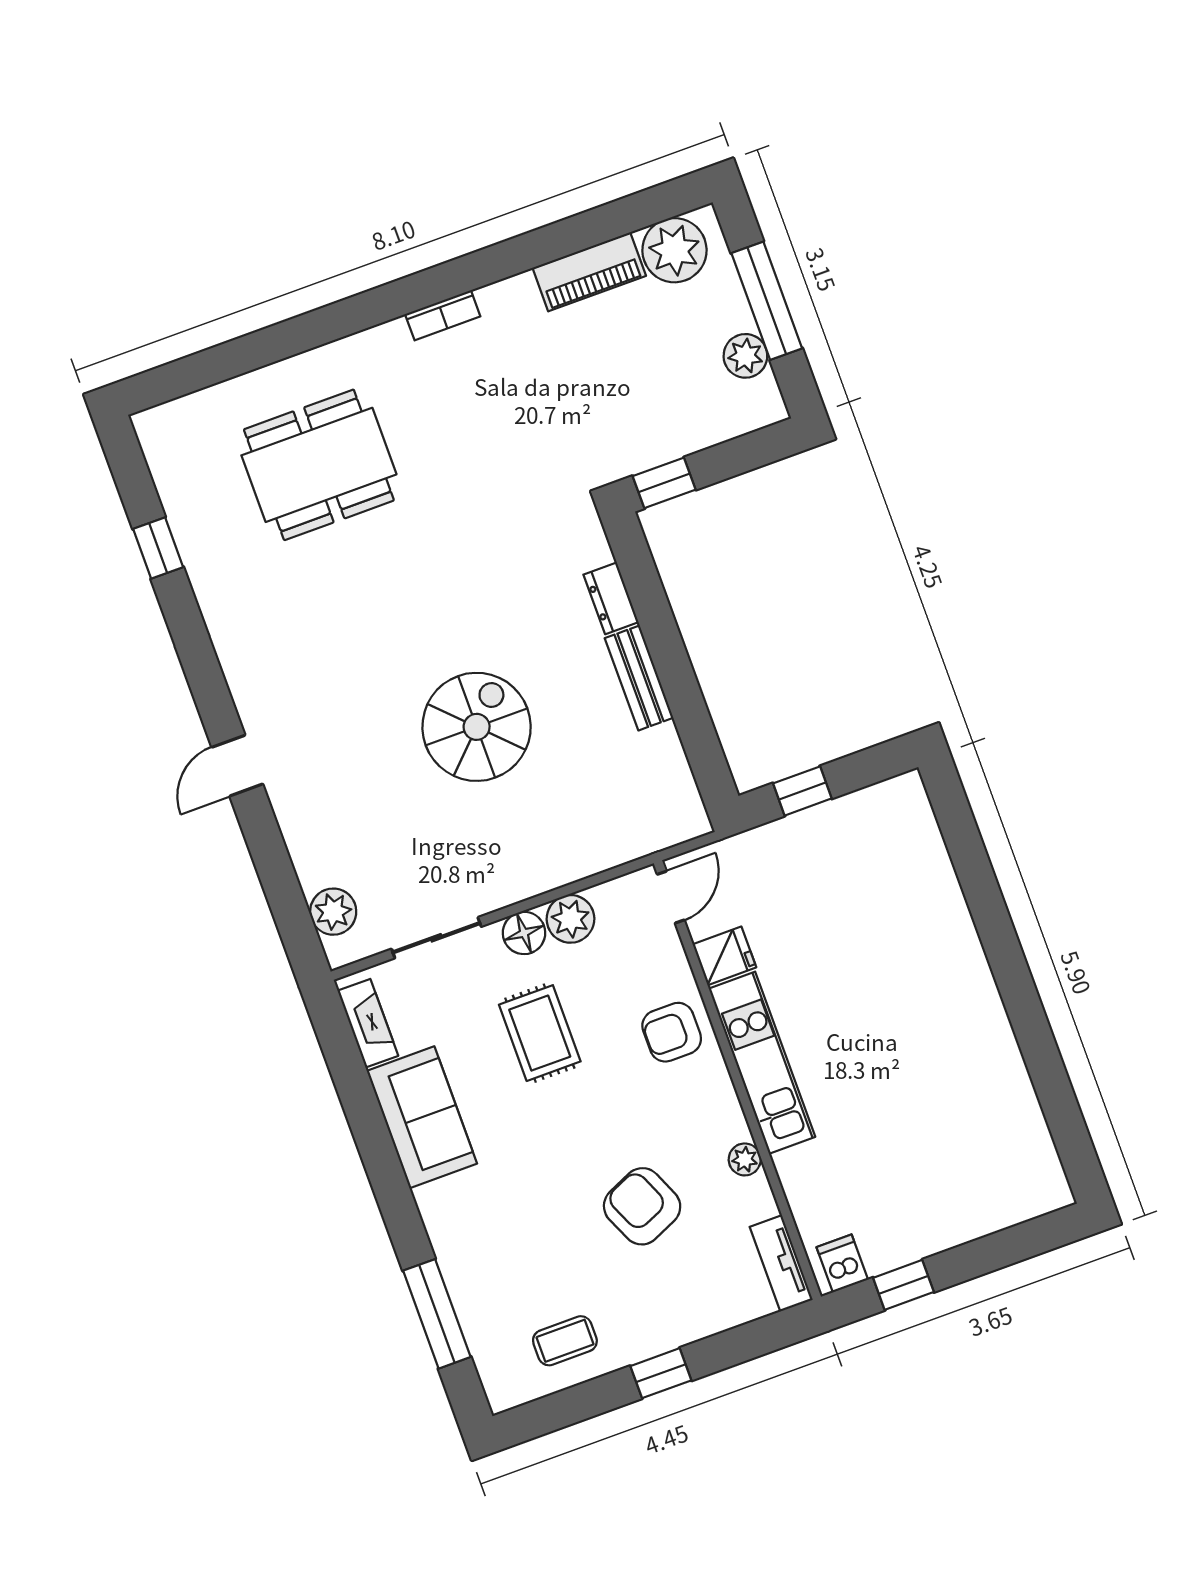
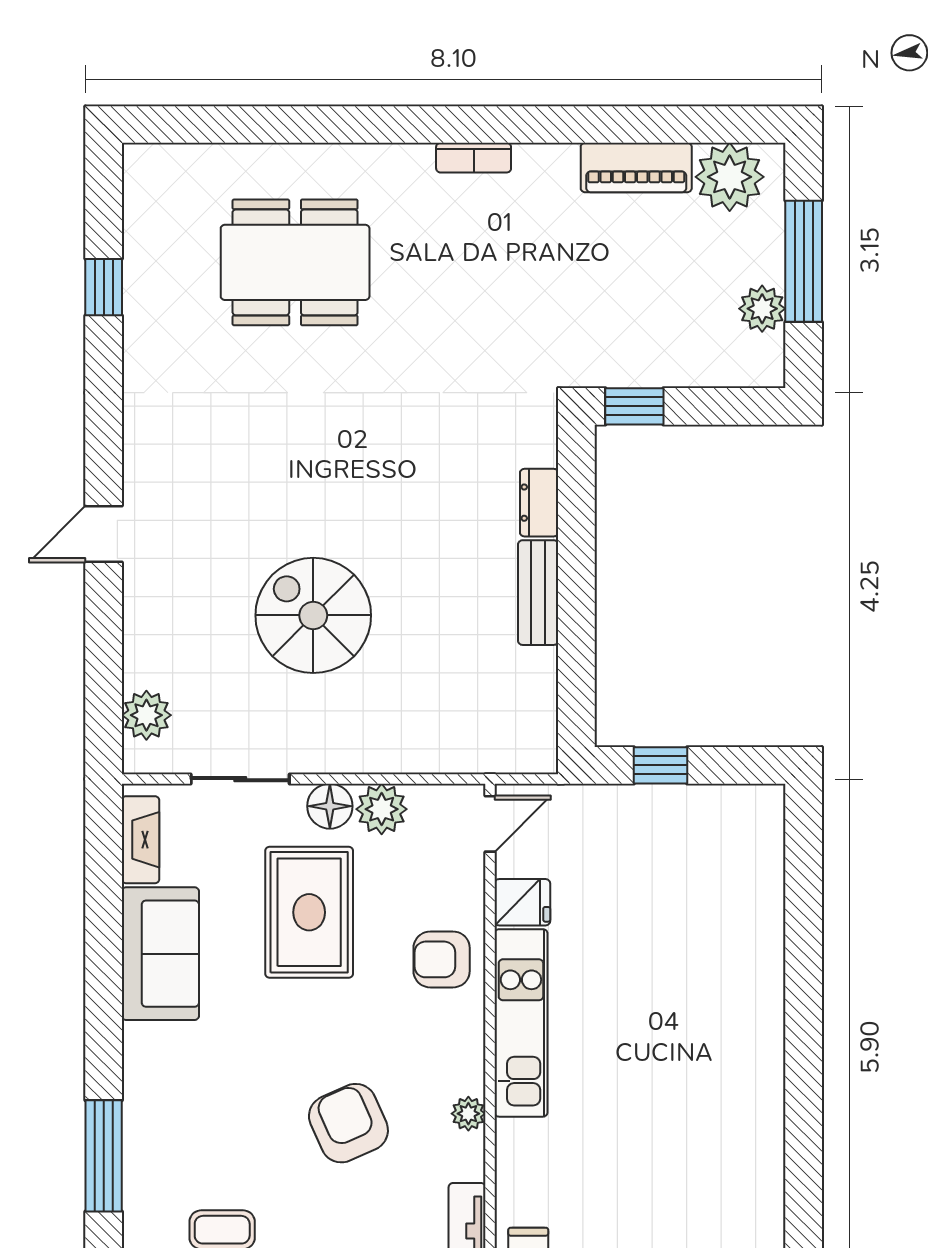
spiral stairs: (477, 727) -> (313, 615), moved, turned -90
rug: (540, 1033) -> (309, 912), width x1.36, depth x1.43

